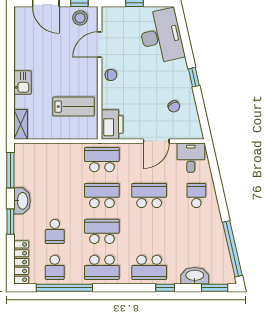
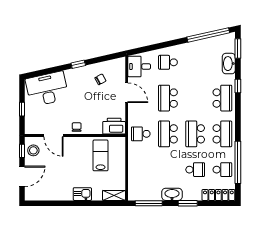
school desk: (102, 160) -> (141, 134), width x0.54

